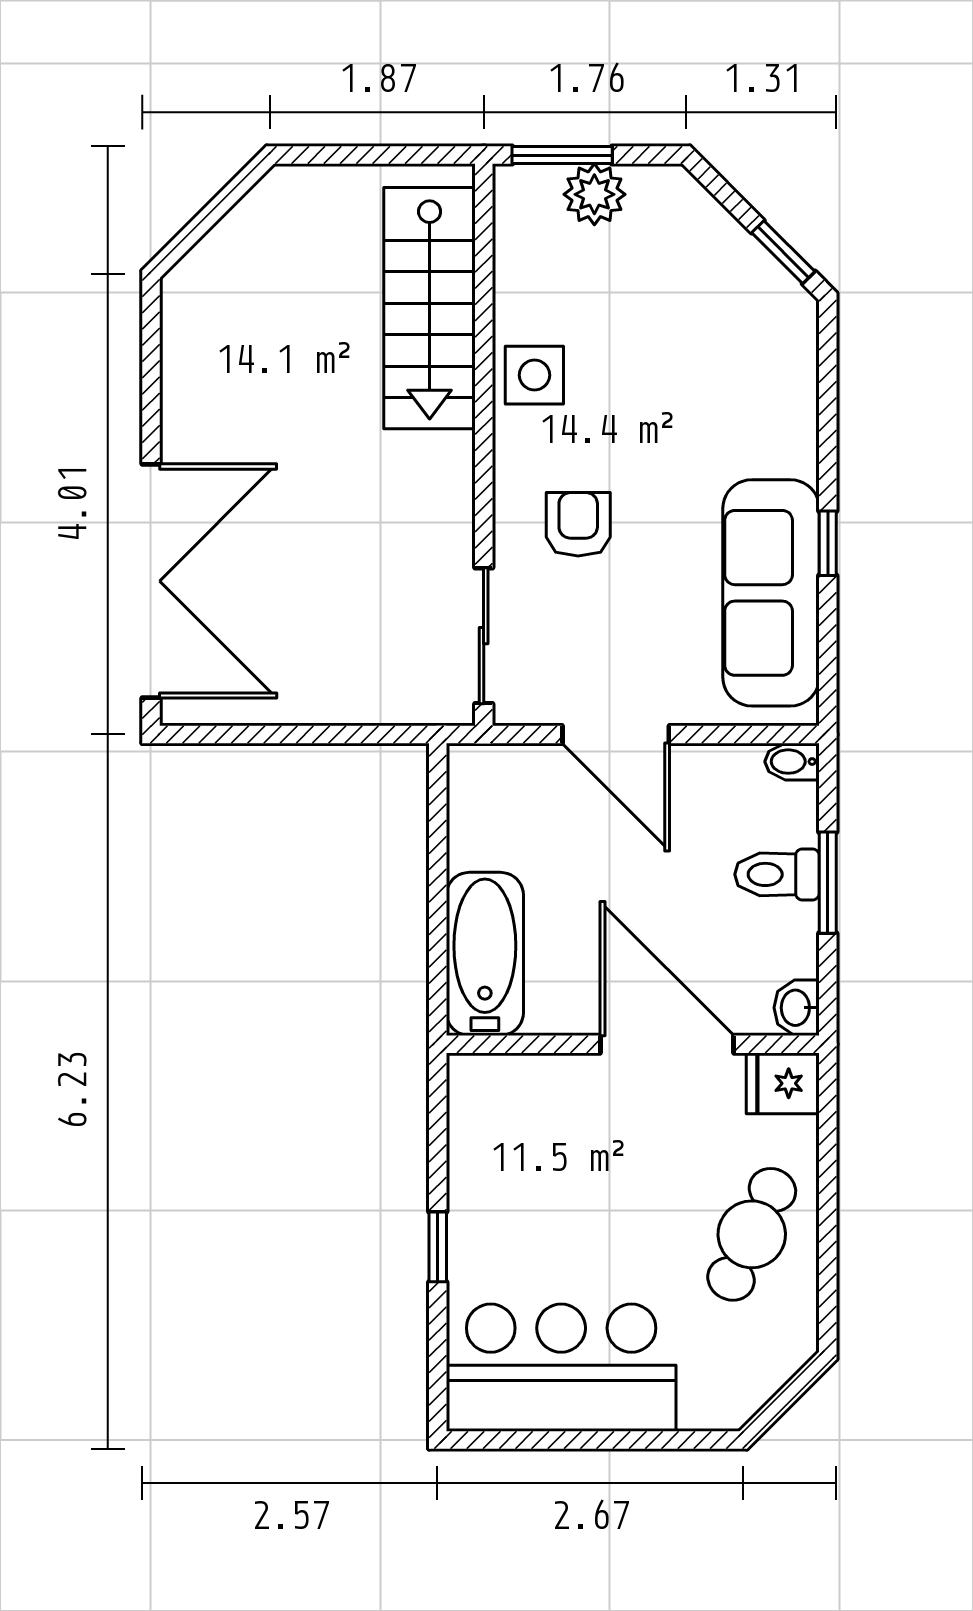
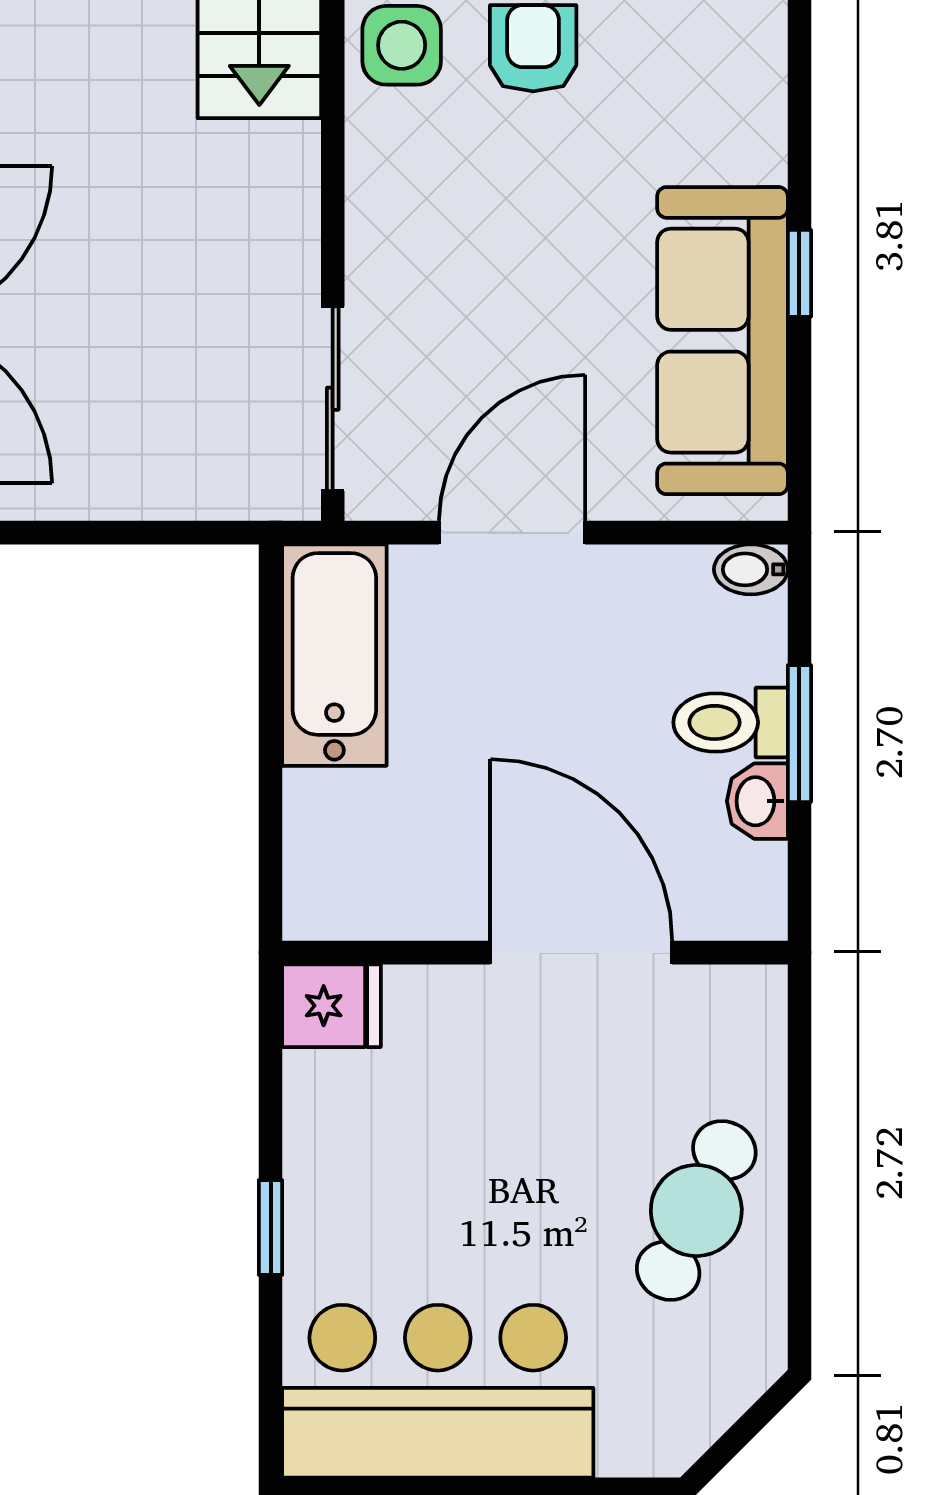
armchair: (578, 524) -> (533, 48), moved
door: (616, 734) -> (512, 533), swing flipped
bathtub: (485, 954) -> (334, 655), moved
washbasin: (797, 1008) -> (757, 801), moved
fridge: (783, 1083) -> (332, 1006), moved, turned 180

